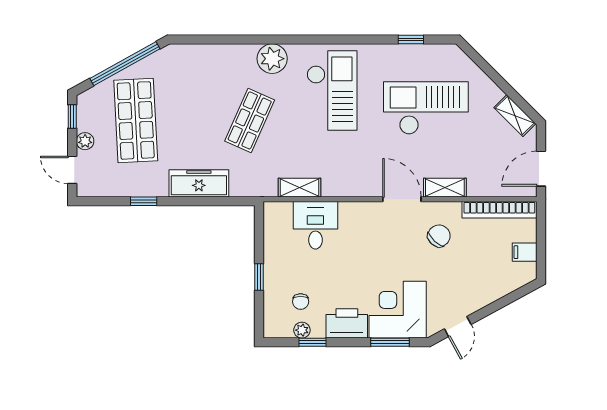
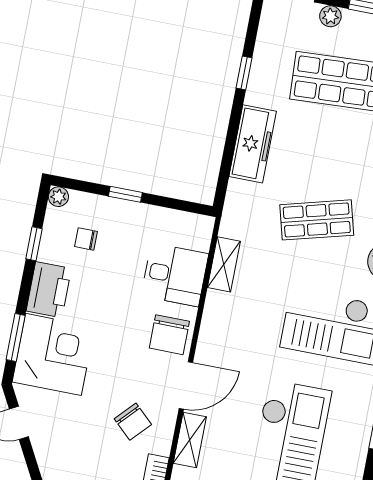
shop shelf: (250, 120) -> (317, 220), turned -39
chair: (364, 220) -> (169, 335), added
plant: (302, 330) -> (58, 197), moved

